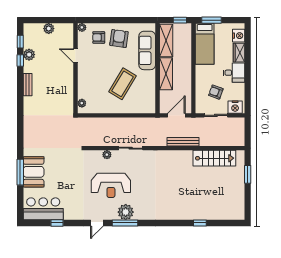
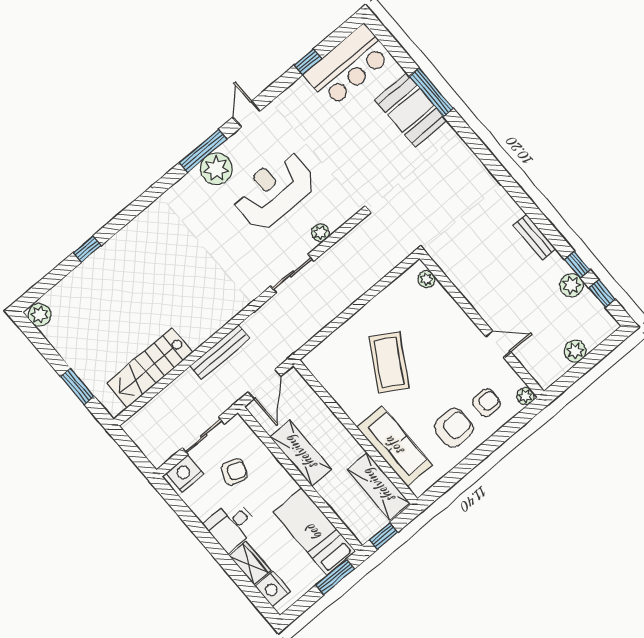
armchair: (119, 38) -> (454, 428), turned -98
shelving: (166, 74) -> (301, 453), moved
plant: (239, 213) -> (39, 315), added

